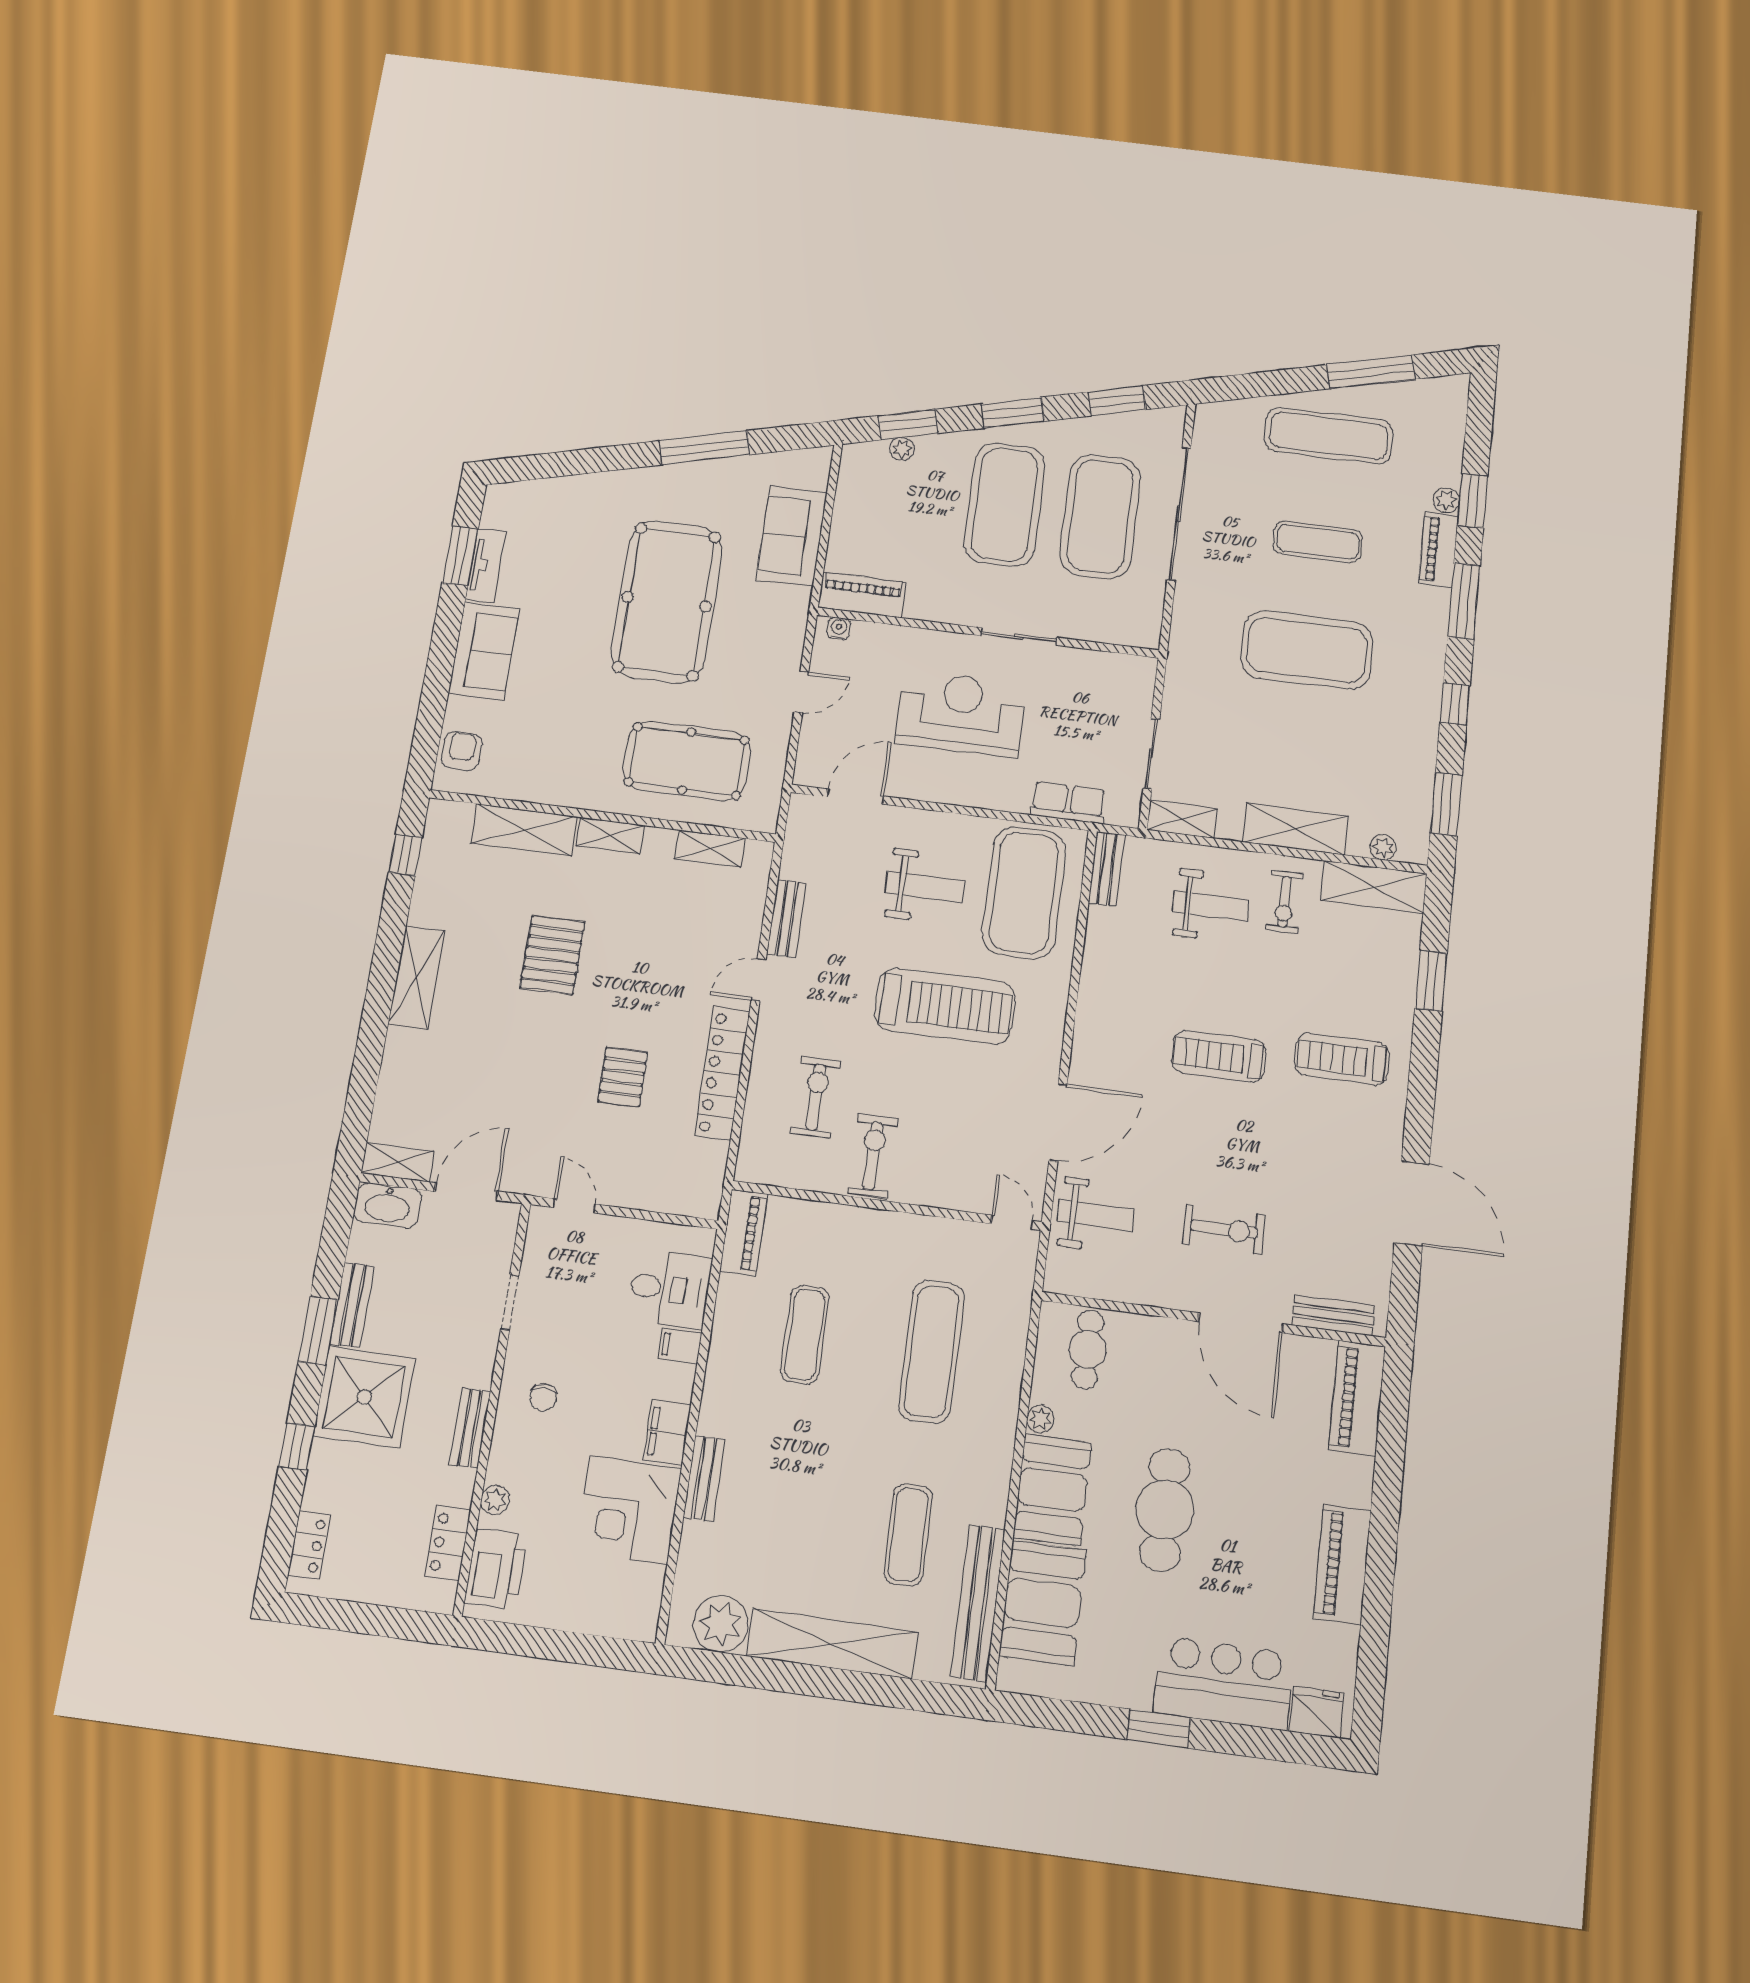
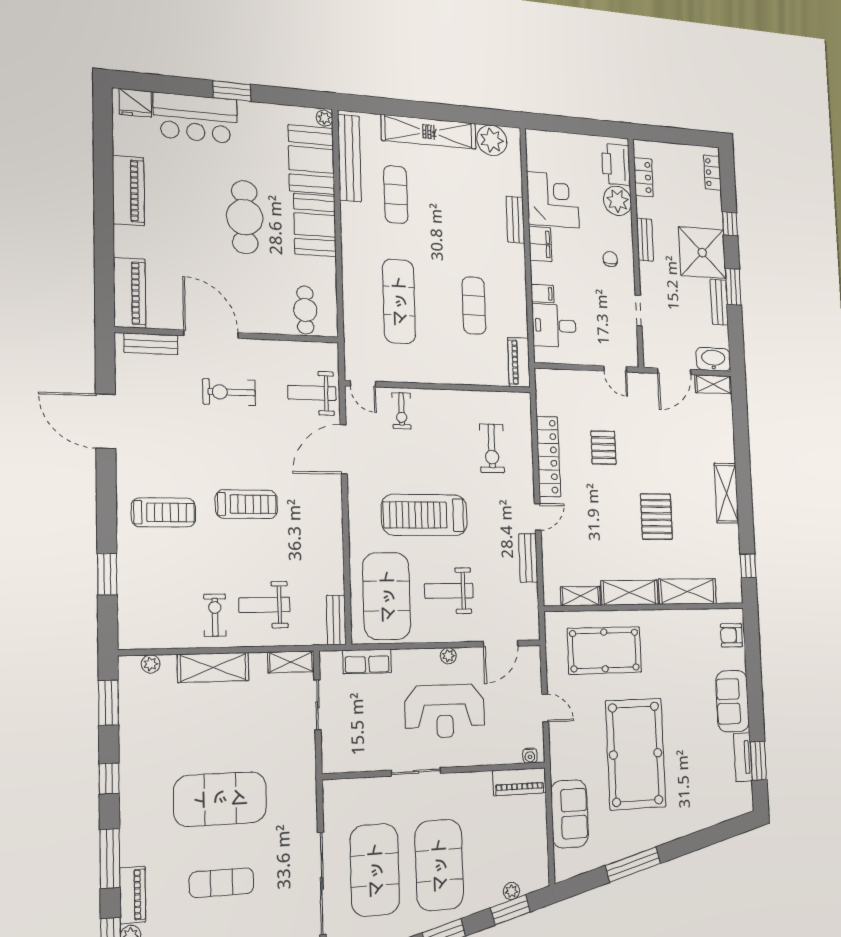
door: (801, 692) -> (545, 708), swing flipped
armchair: (462, 751) -> (731, 635), turned 90
plant: (942, 792) -> (448, 656), added
shelving: (610, 835) -> (630, 593), width x1.50, depth x1.33
shelving: (1374, 887) -> (154, 635), removed
exercise bike: (873, 1156) -> (402, 411), moved, width x0.73, depth x0.72
plant: (1040, 1419) -> (324, 118), moved
plant: (495, 1500) -> (617, 201), width x1.88, depth x1.88

